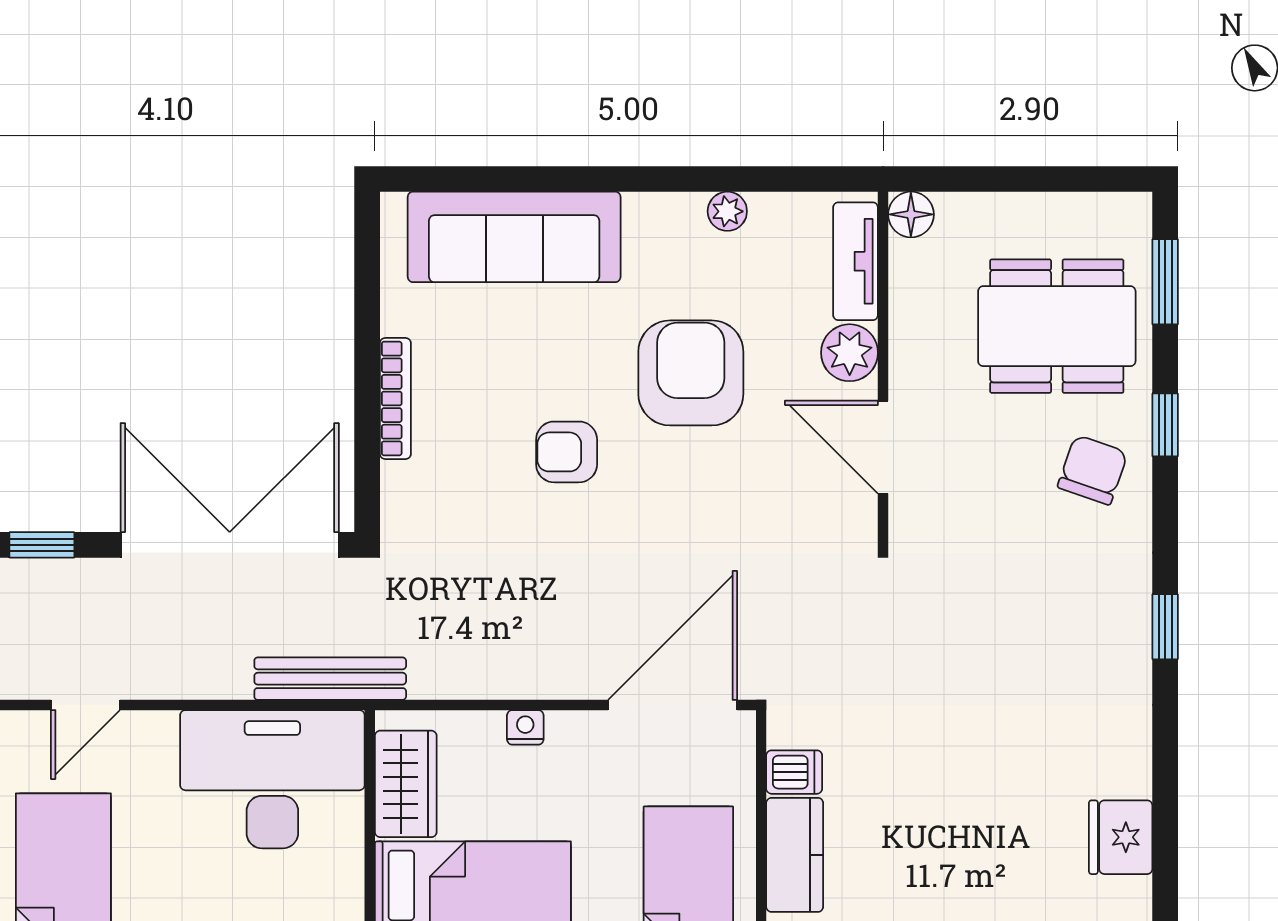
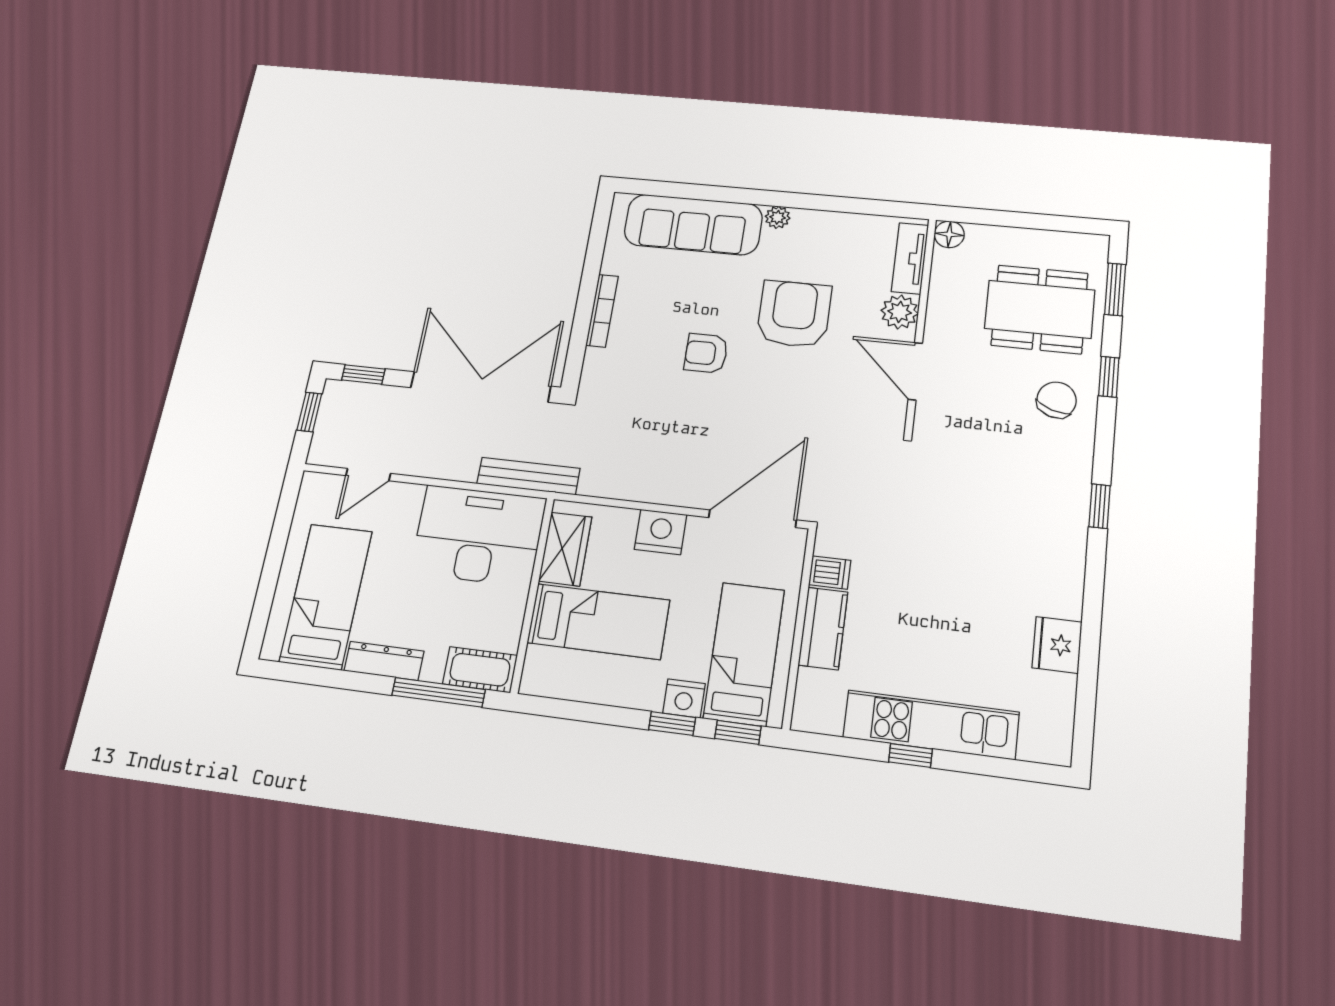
plant: (727, 211) -> (778, 217), moved
nightstand: (525, 727) -> (661, 532), width x1.89, depth x1.79

